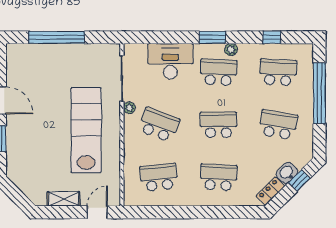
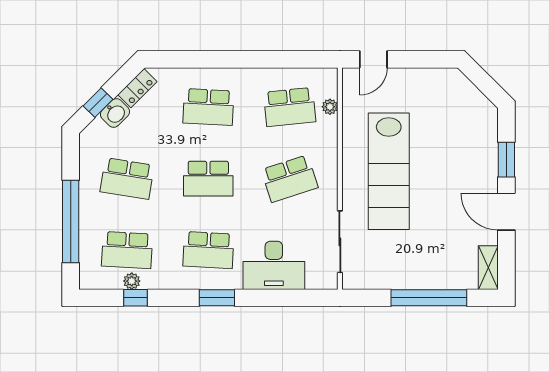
plant: (231, 50) -> (132, 281), moved
plant: (129, 108) -> (330, 107), moved
school desk: (159, 125) -> (290, 179), turned -39
shelving: (63, 199) -> (488, 268), moved, turned 90

